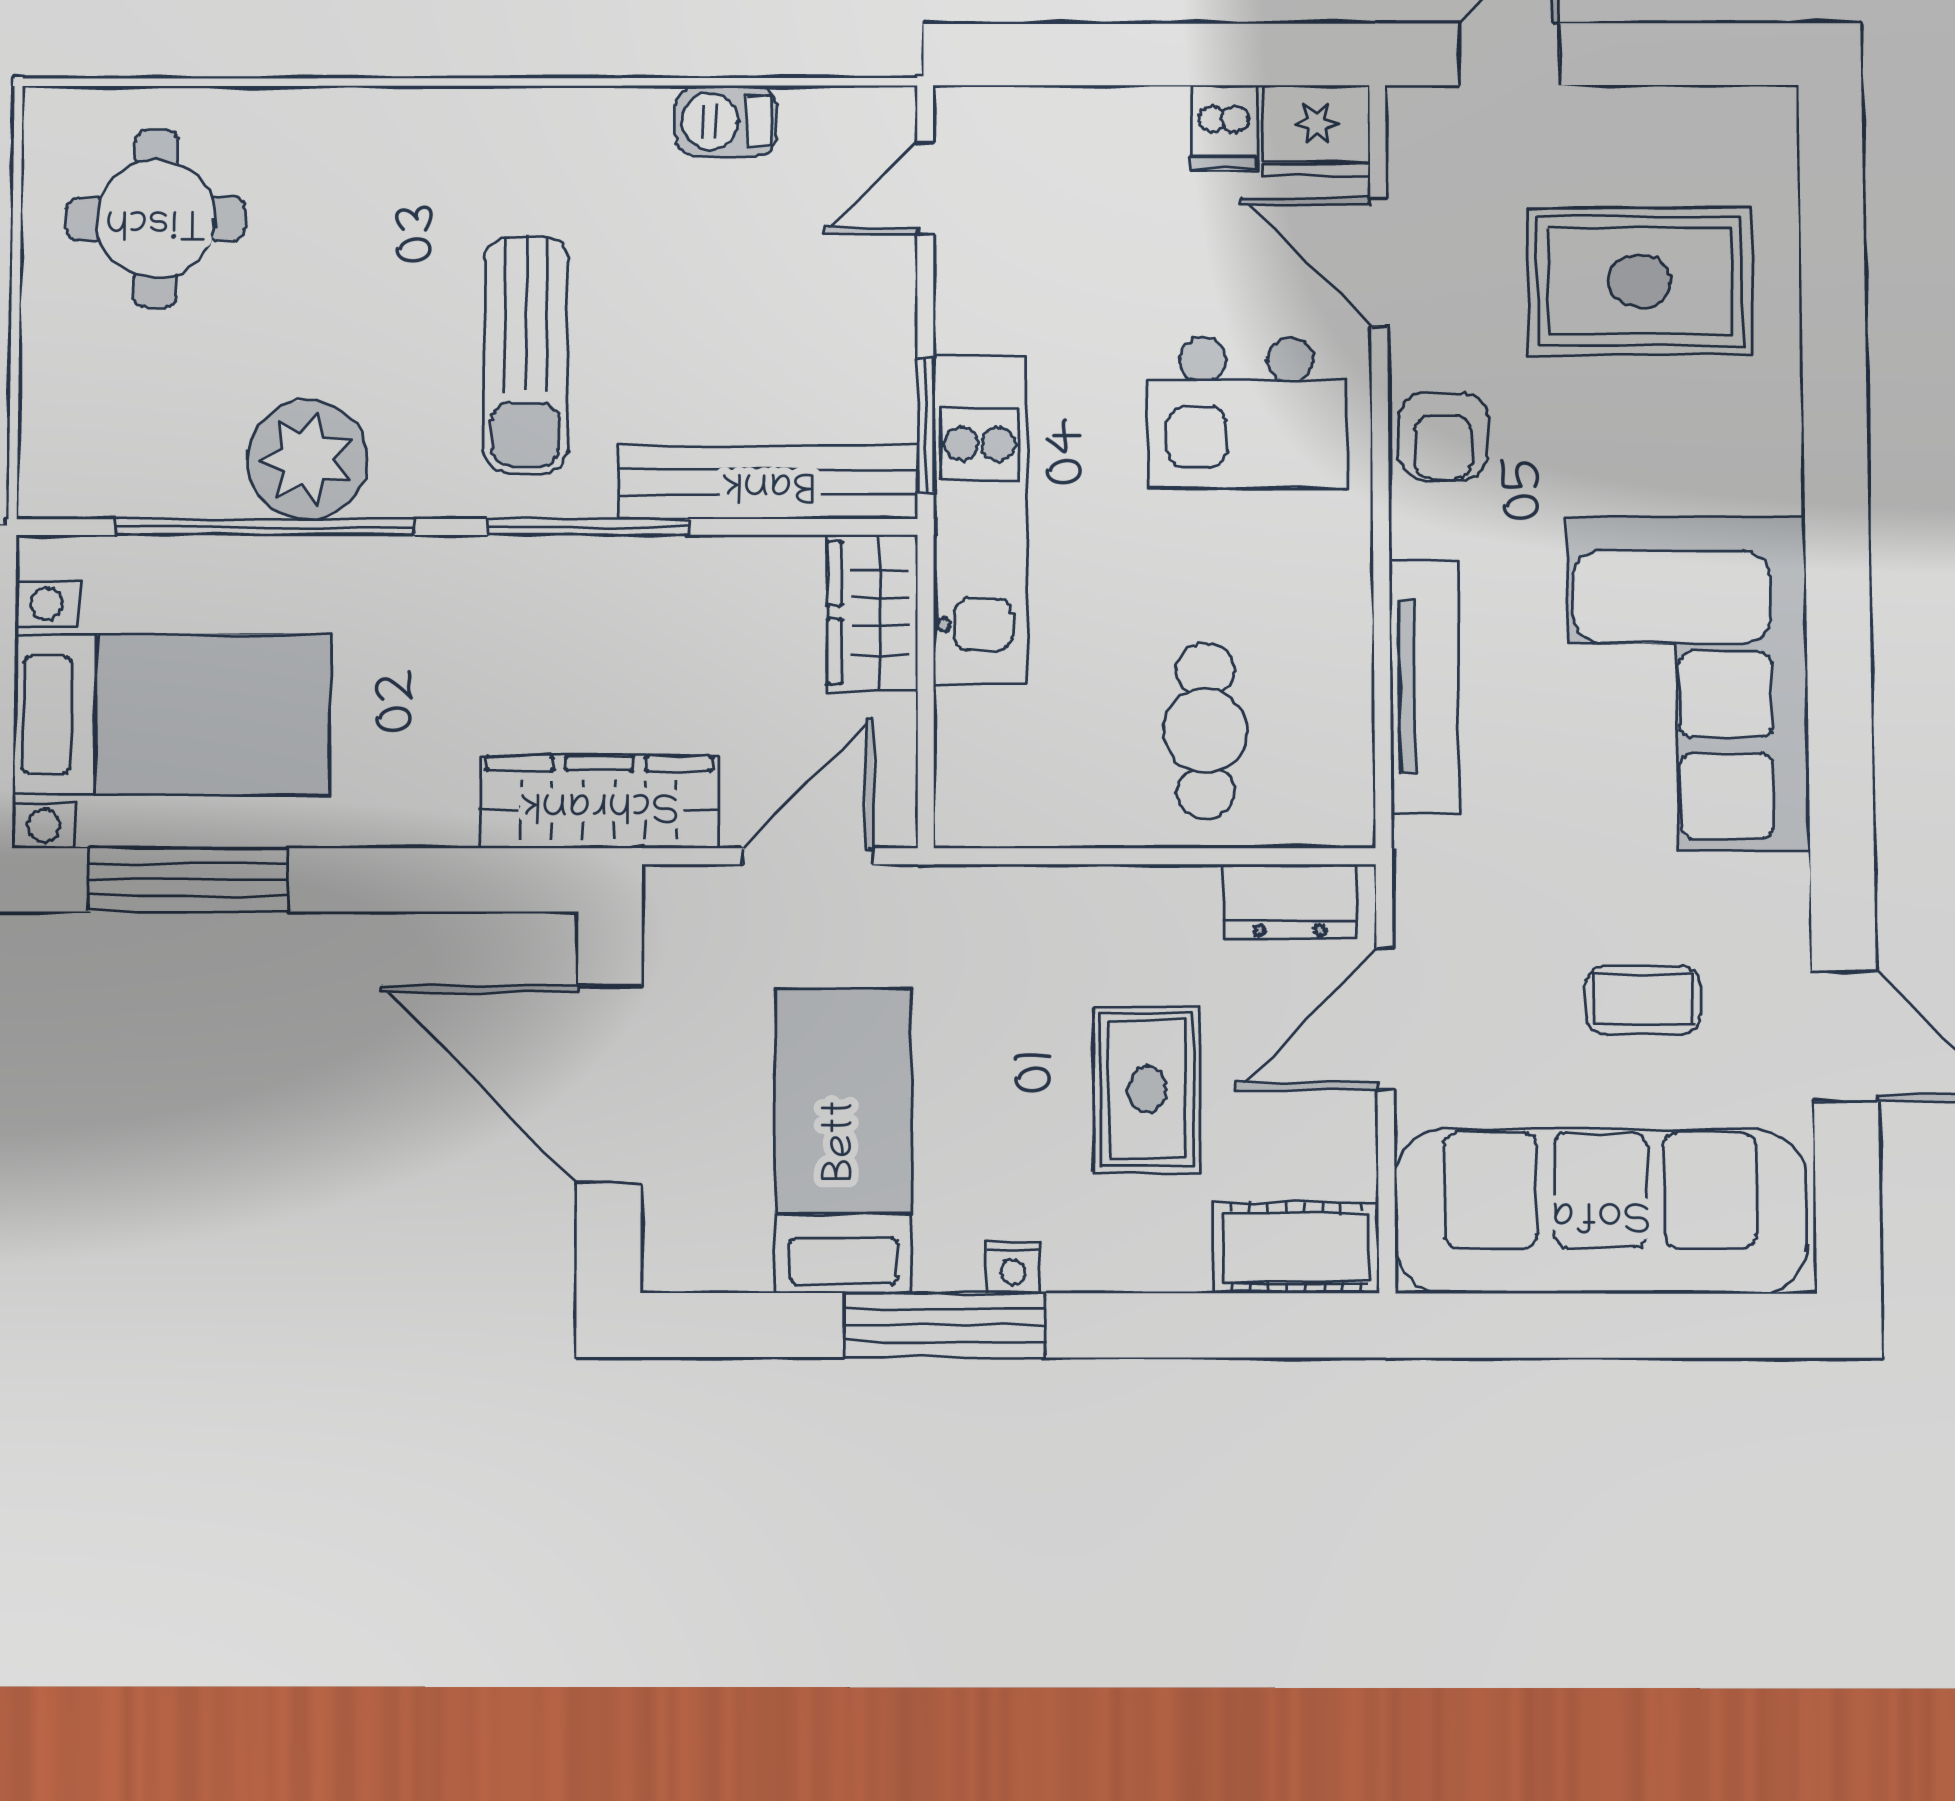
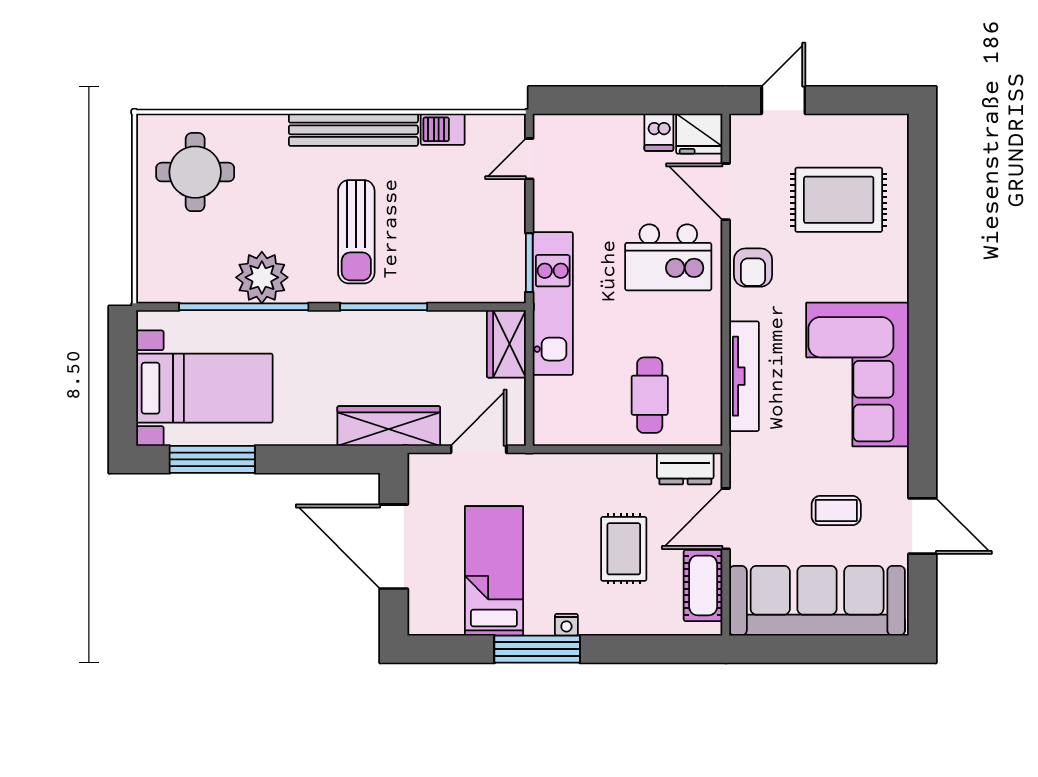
bench: (768, 482) -> (353, 130), moved
cot: (1295, 1248) -> (703, 585), moved, turned 90

